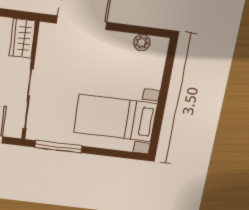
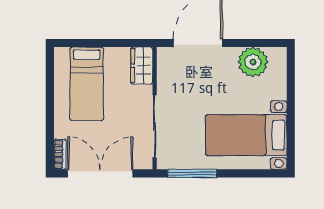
plant: (142, 43) -> (253, 62), width x1.87, depth x1.87

